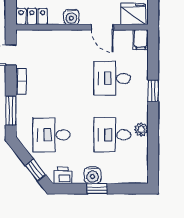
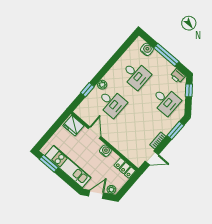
filing cabinet: (141, 39) -> (81, 110), removed
window: (153, 91) -> (87, 90), moved
plant: (141, 129) -> (102, 85), moved
water cooler: (93, 175) -> (147, 49), moved
window: (97, 189) -> (166, 55), width x2.17

